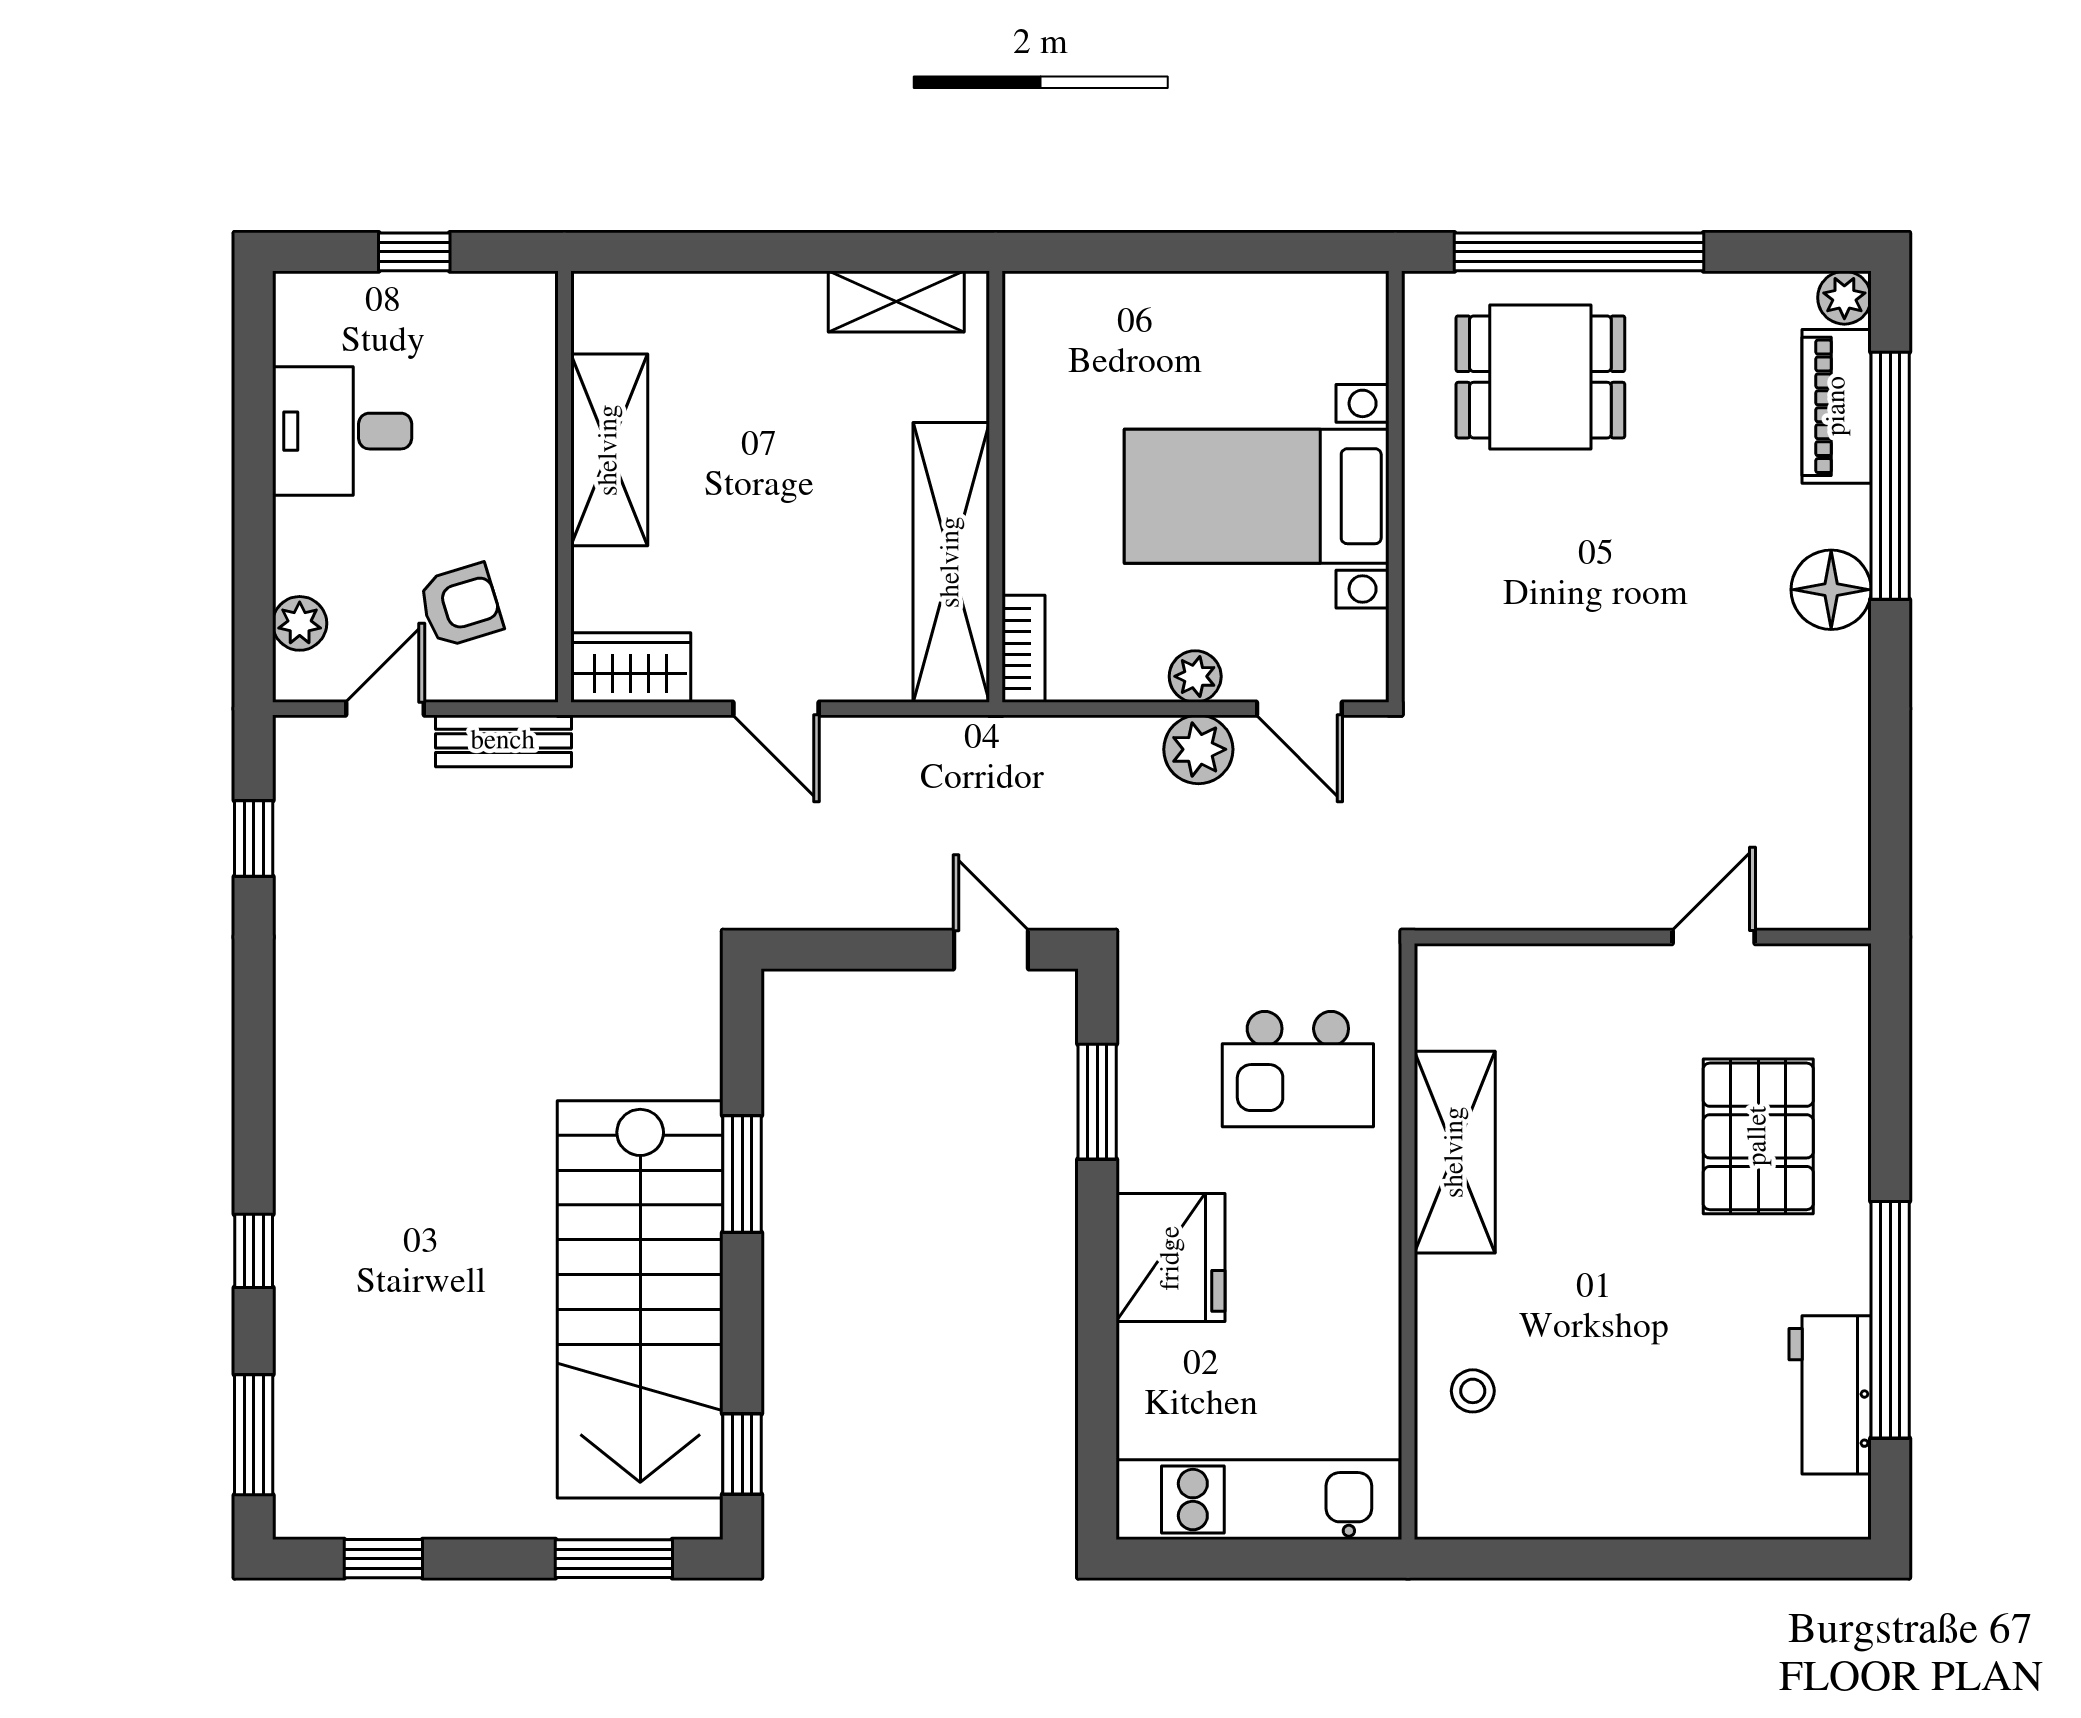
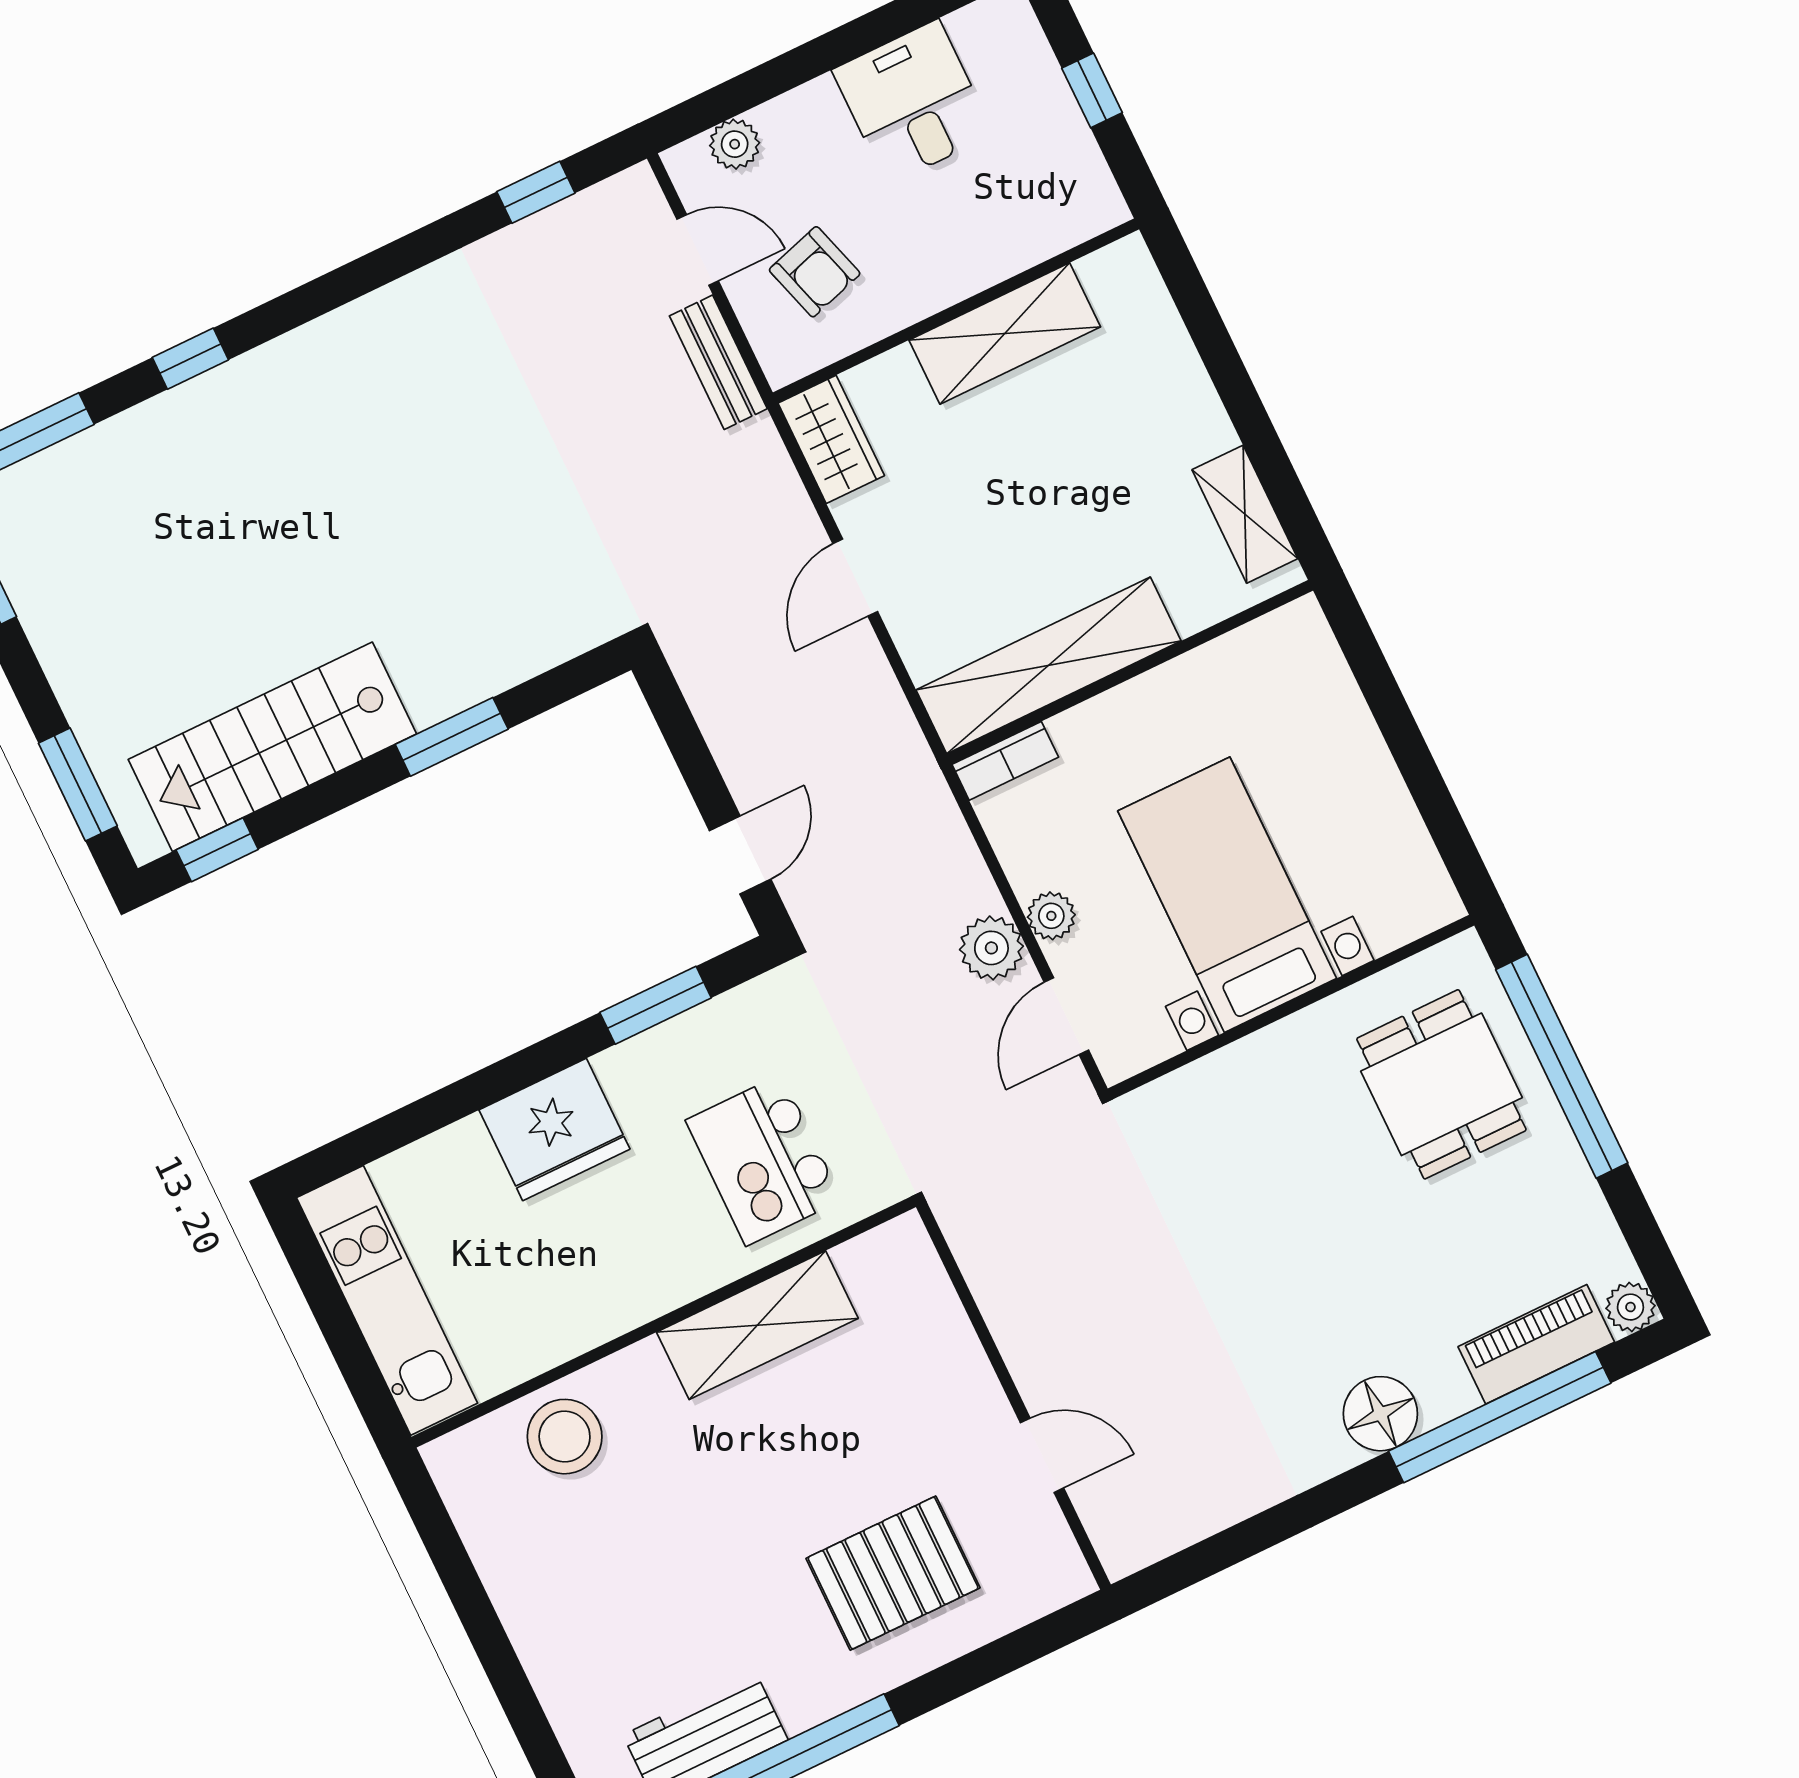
stairs: (640, 1299) -> (272, 747), width x0.73, depth x0.66
stool: (1473, 1391) -> (565, 1437), width x1.89, depth x1.89

